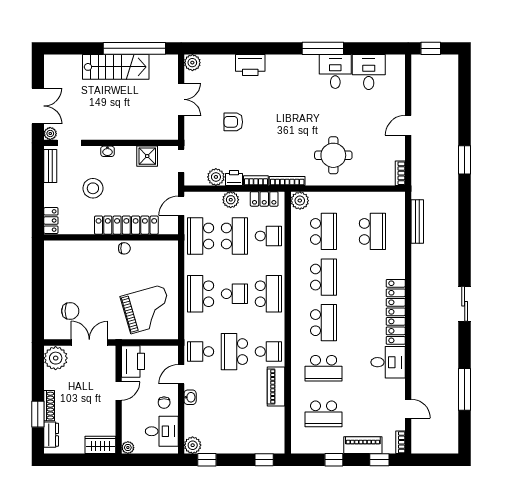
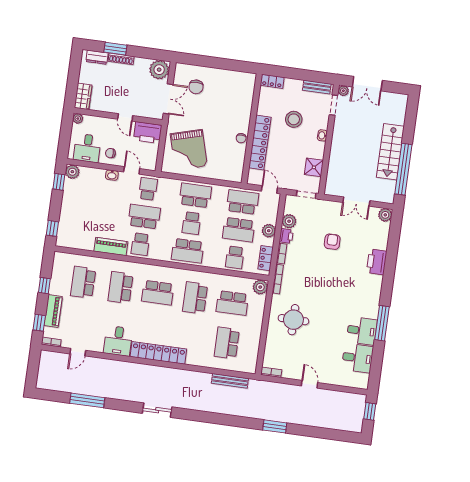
school desk: (372, 231) -> (227, 343), turned 90
school desk: (324, 277) -> (195, 298), turned 90

